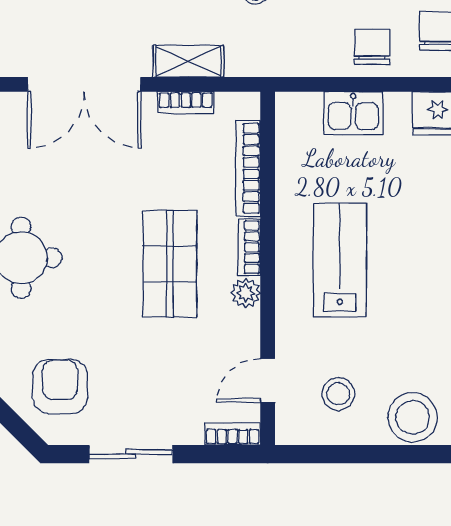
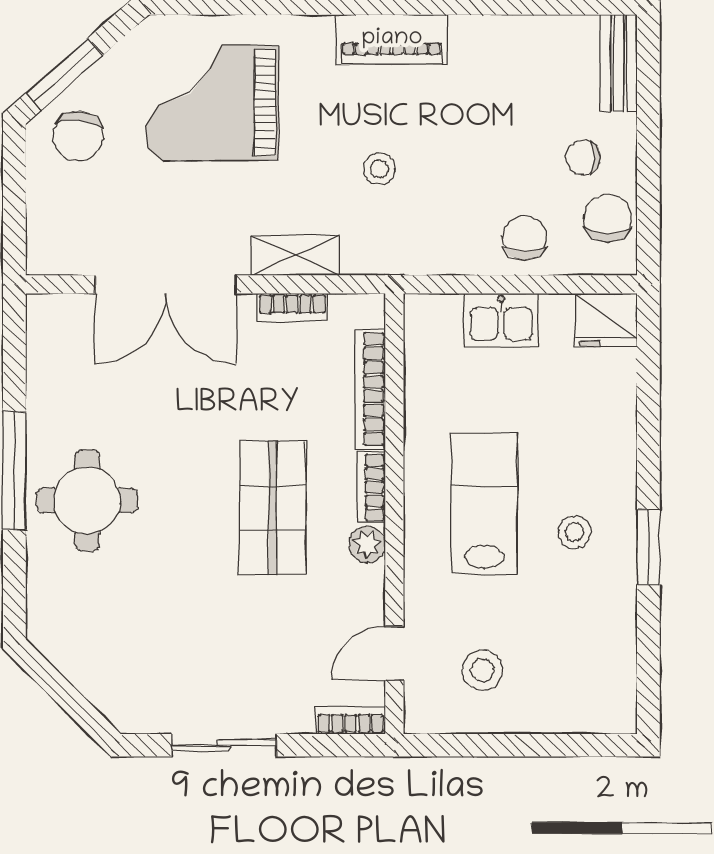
armchair: (60, 387) -> (135, 661), removed
stool: (413, 417) -> (575, 532), moved, width x0.53, depth x0.53

